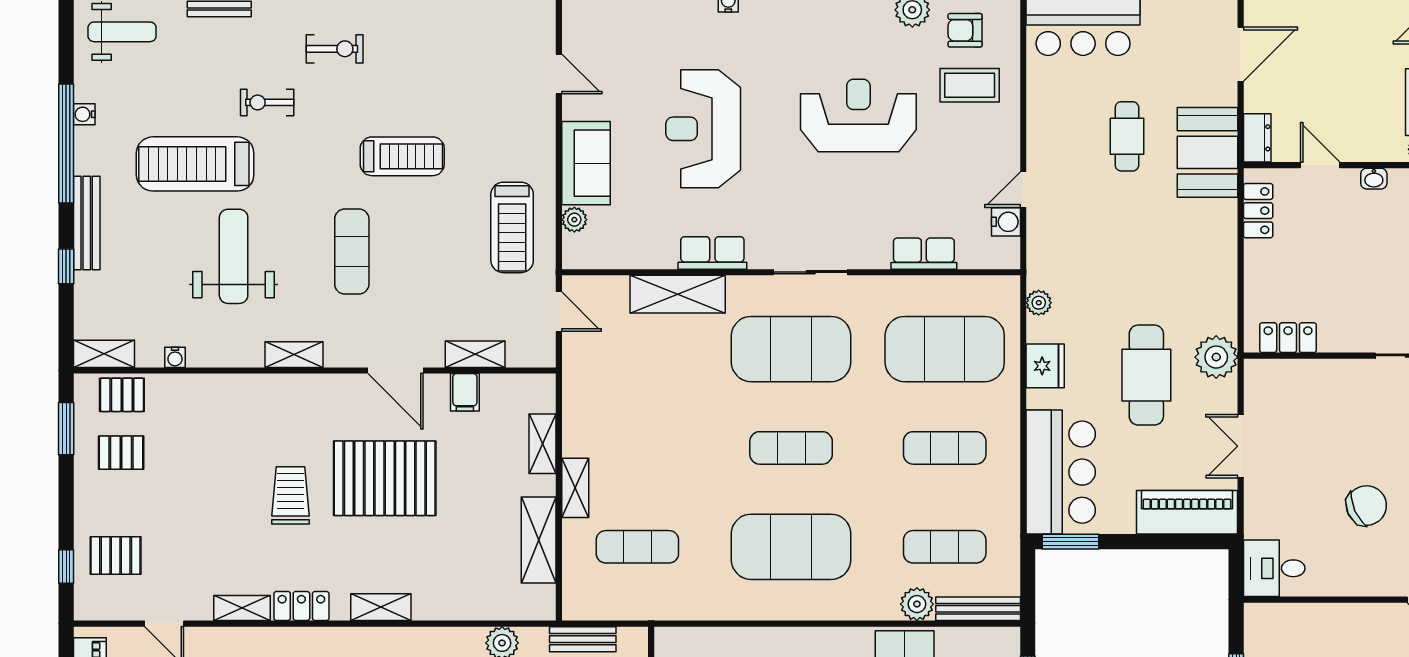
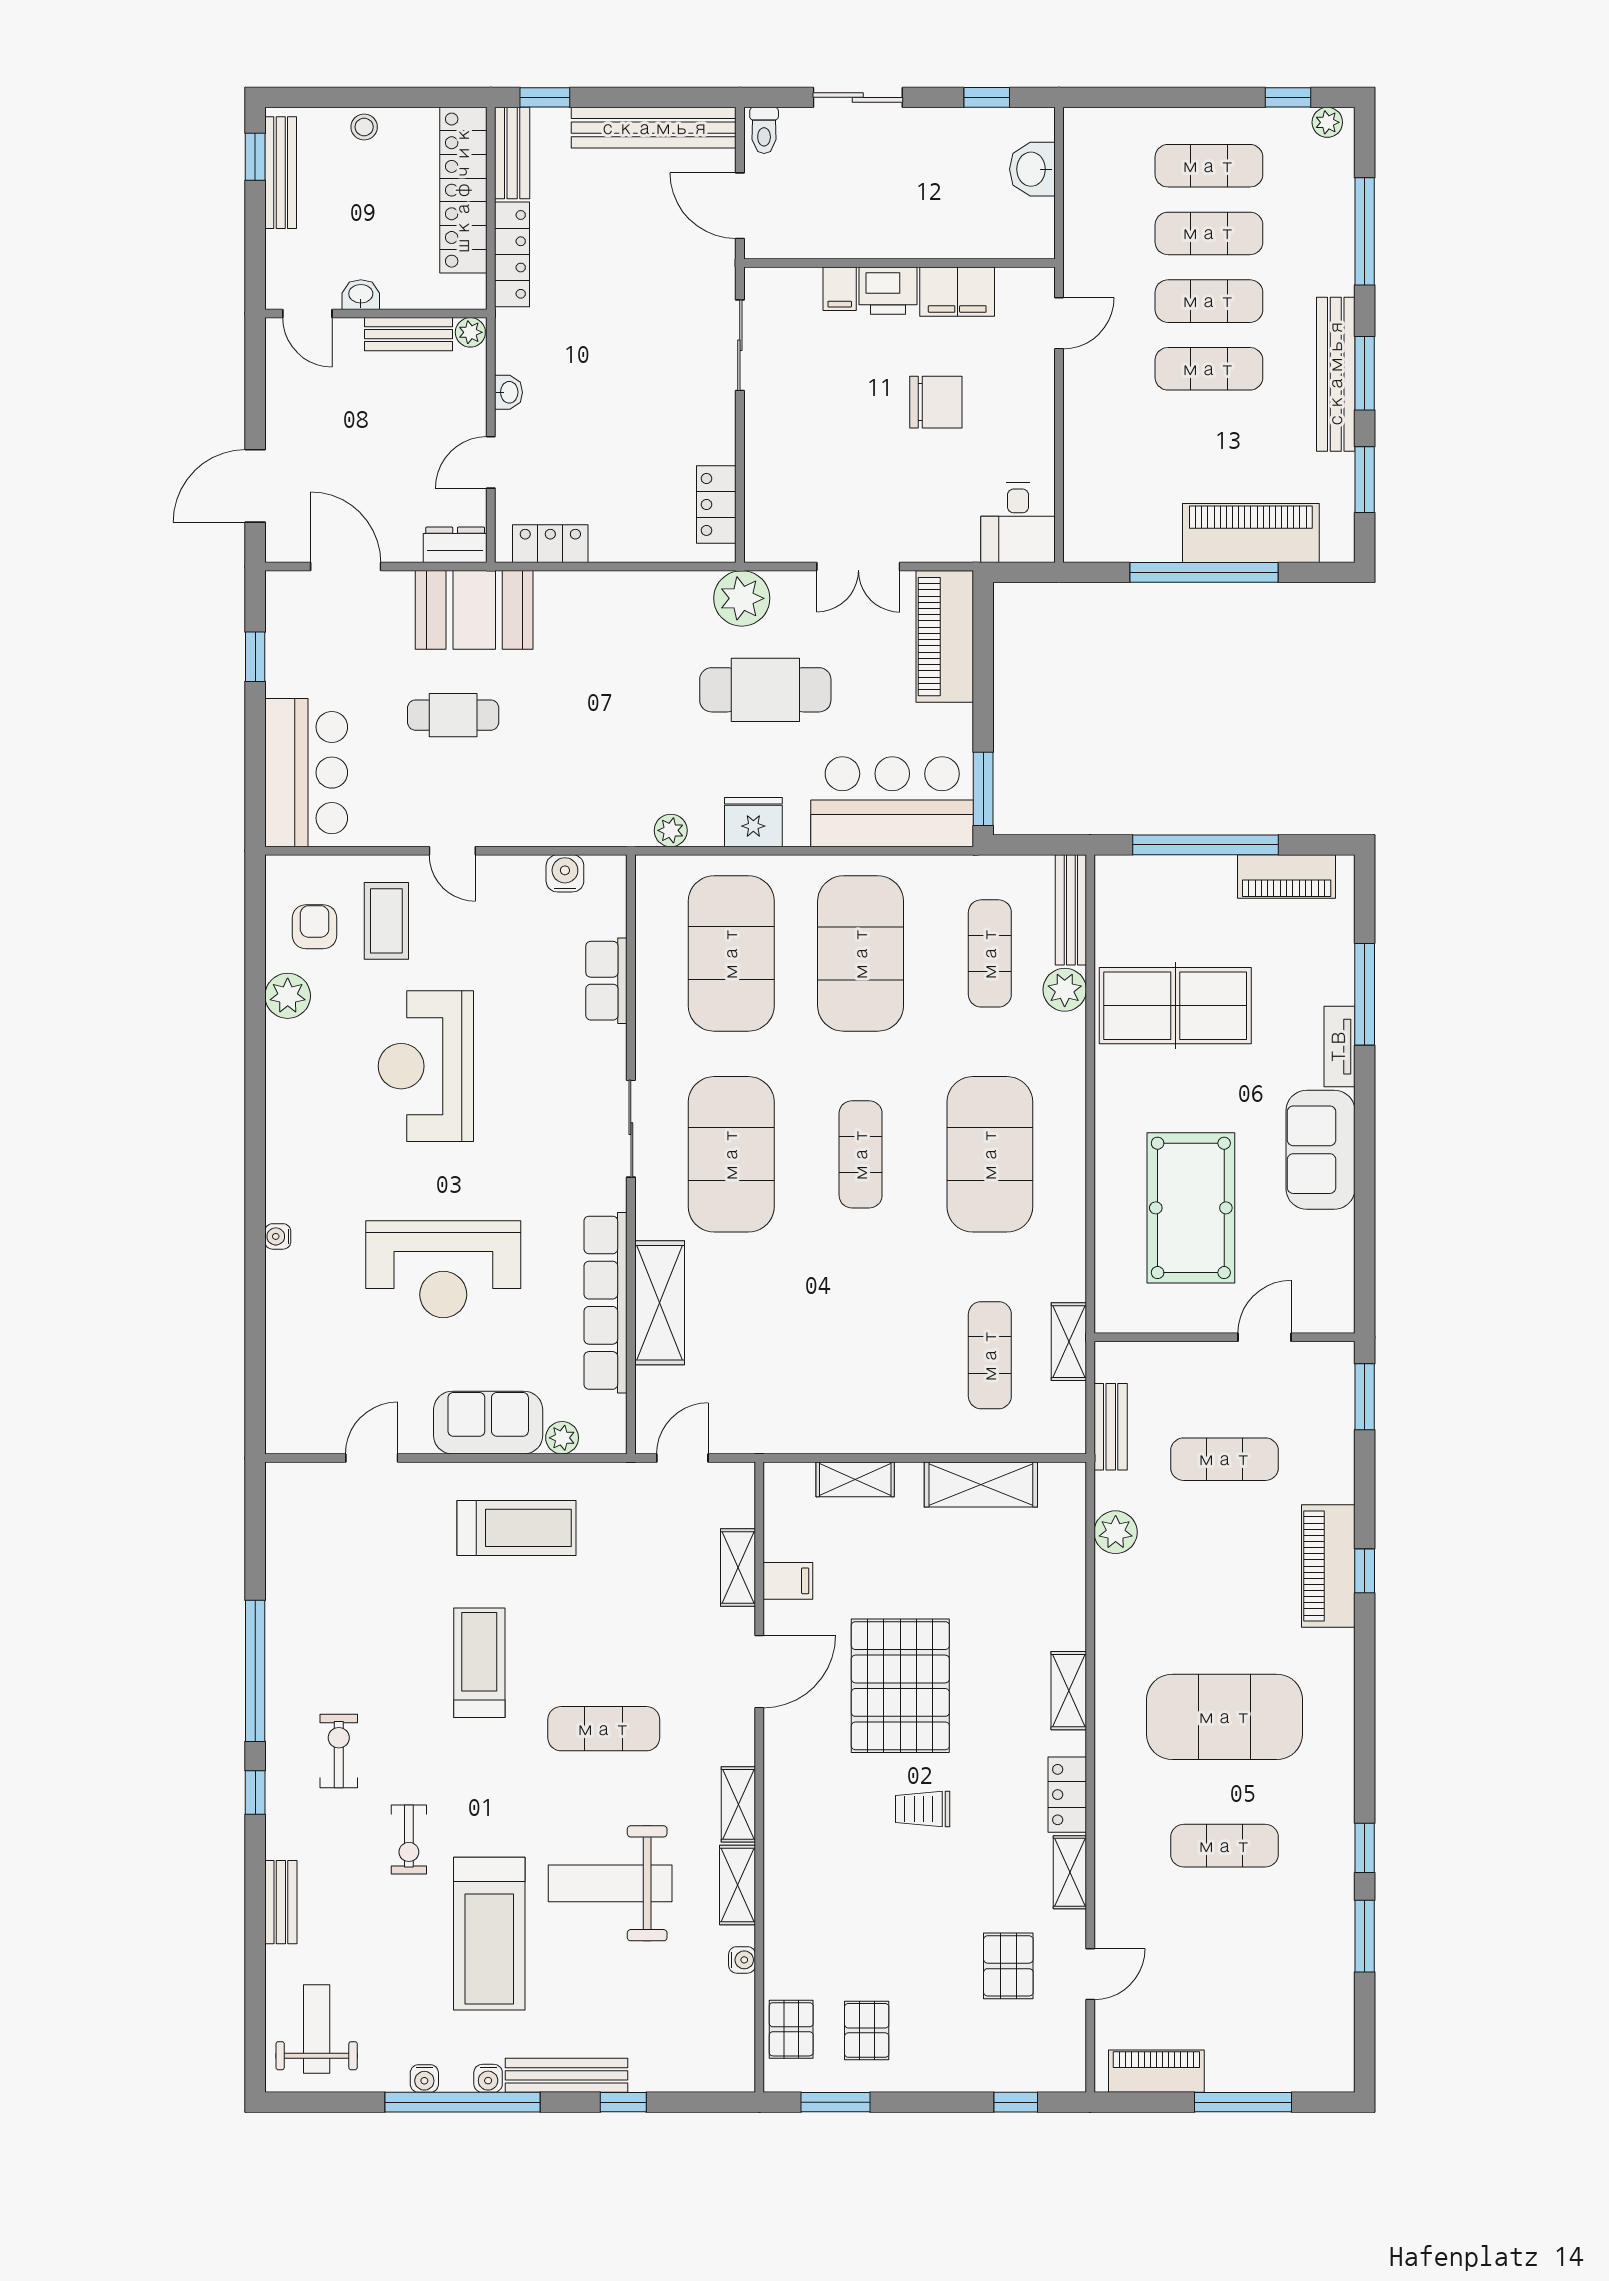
armchair: (965, 30) -> (315, 927), turned 180
water cooler: (84, 163) -> (488, 2078), added
door: (1023, 190) -> (452, 851), moved
treadmill: (512, 227) -> (517, 1528), moved
row of seats: (712, 253) -> (606, 1303), width x2.02
shelving: (104, 354) -> (738, 1885), moved
exercise mat: (945, 448) -> (861, 953), width x2.00, depth x1.45
shelving: (575, 488) -> (1069, 1342), moved, turned 90
trolley: (290, 495) -> (923, 1809), width x0.73, depth x0.72
chair: (1366, 506) -> (936, 402), turned 114
pallet: (116, 555) -> (1008, 1966), moved

